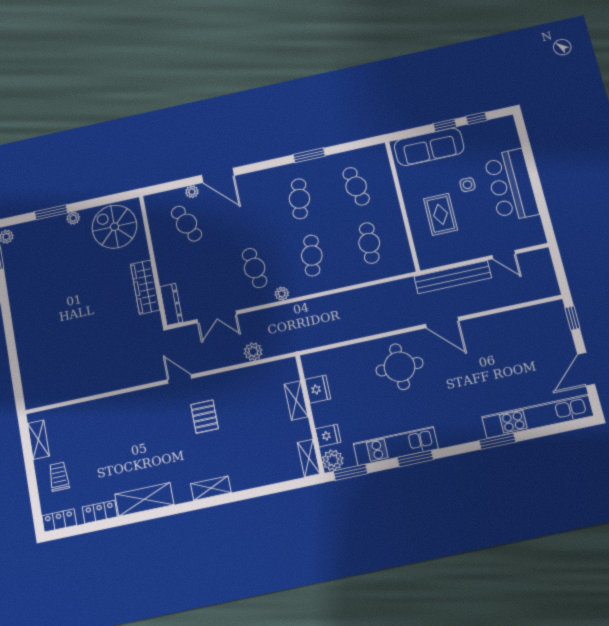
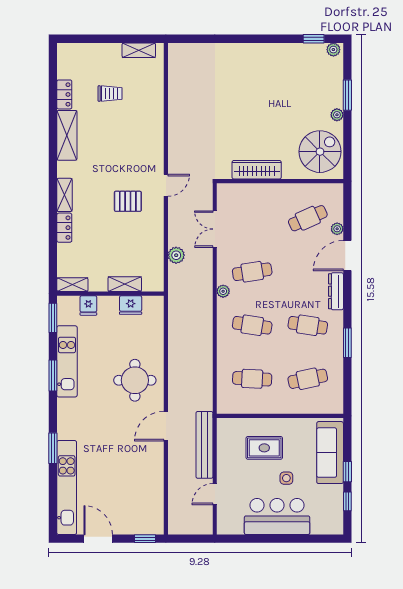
dresser: (171, 304) -> (336, 291), moved, turned 90
plant: (333, 460) -> (66, 305), removed
trolley: (59, 477) -> (110, 94), moved
locker: (59, 520) -> (64, 228), moved

